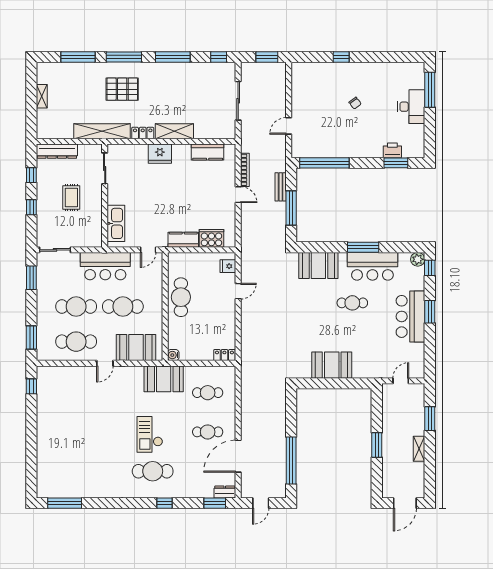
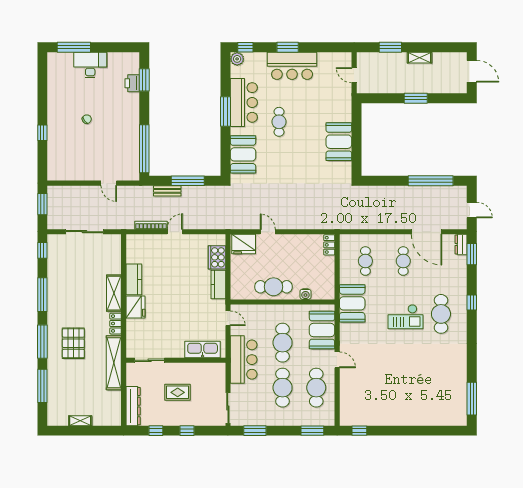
kitchen counter: (208, 152) -> (134, 279), moved
fridge: (228, 266) -> (244, 244), width x1.88, depth x1.34
water cooler: (173, 355) -> (305, 294), moved

